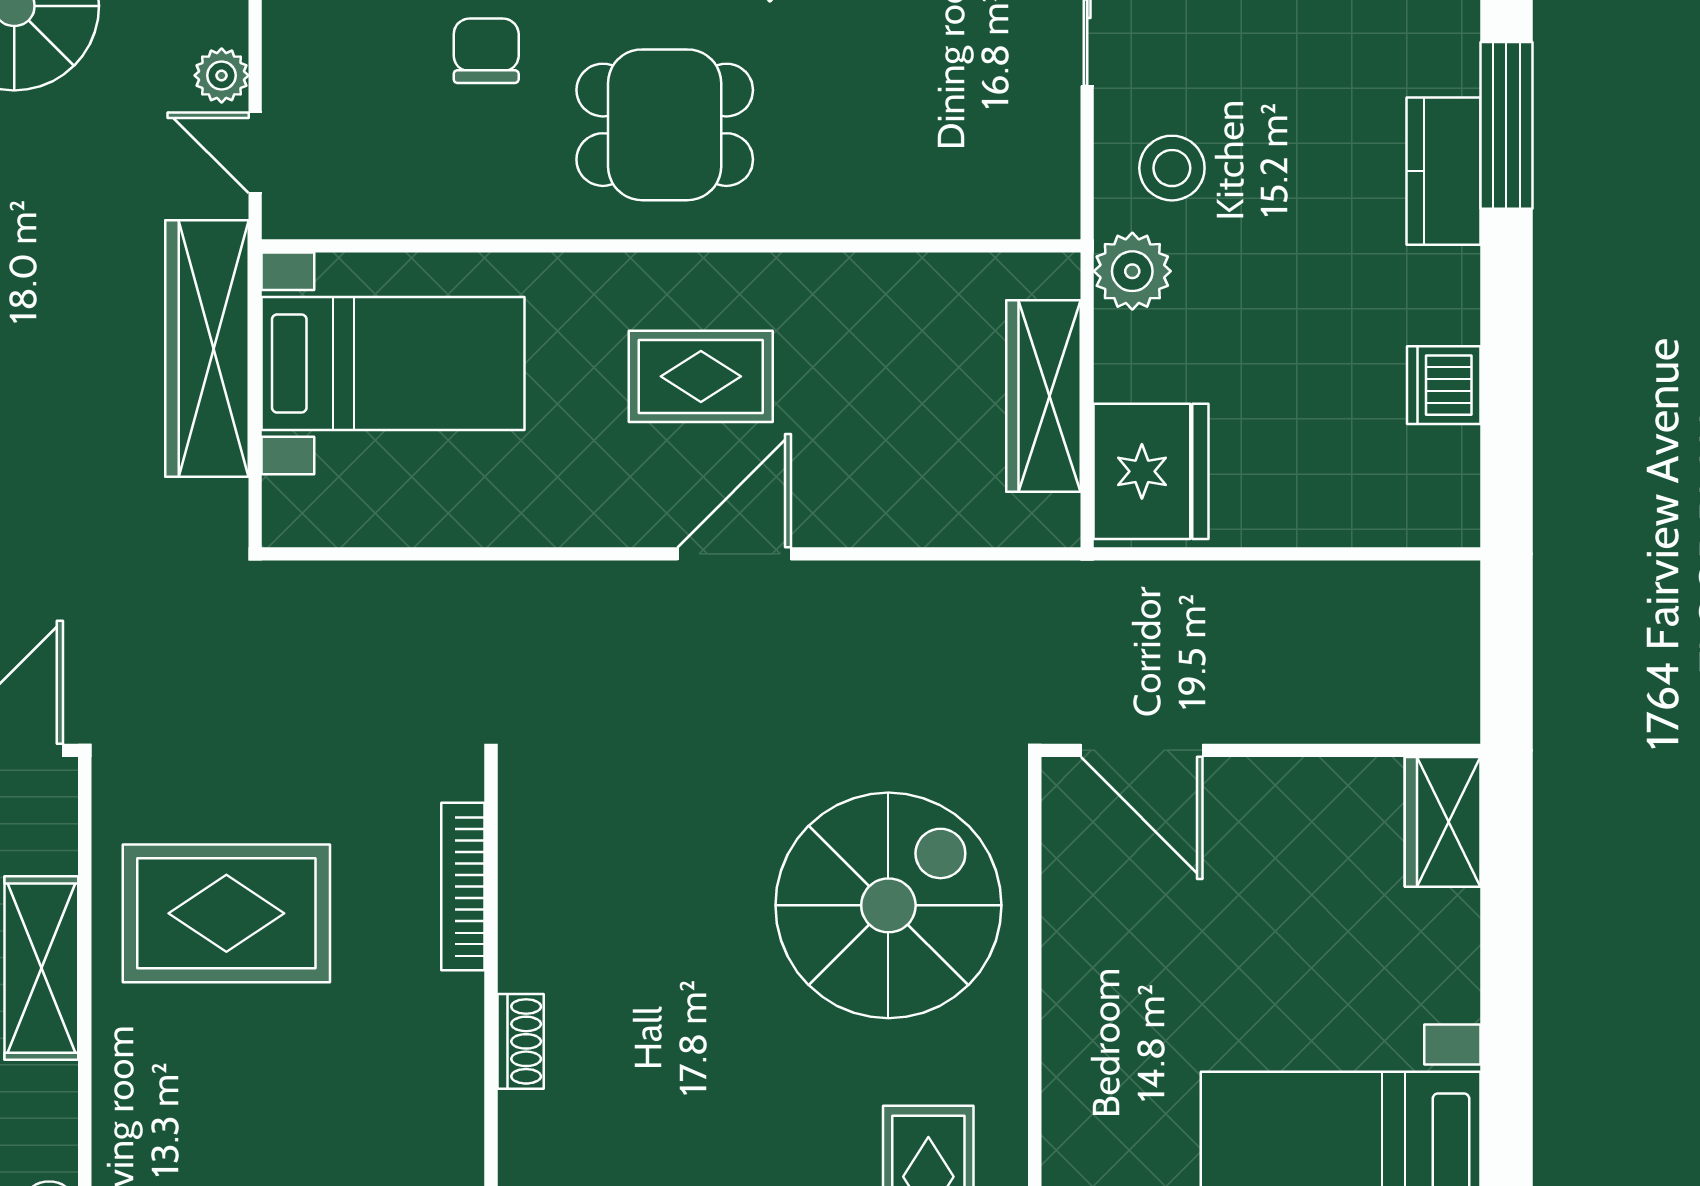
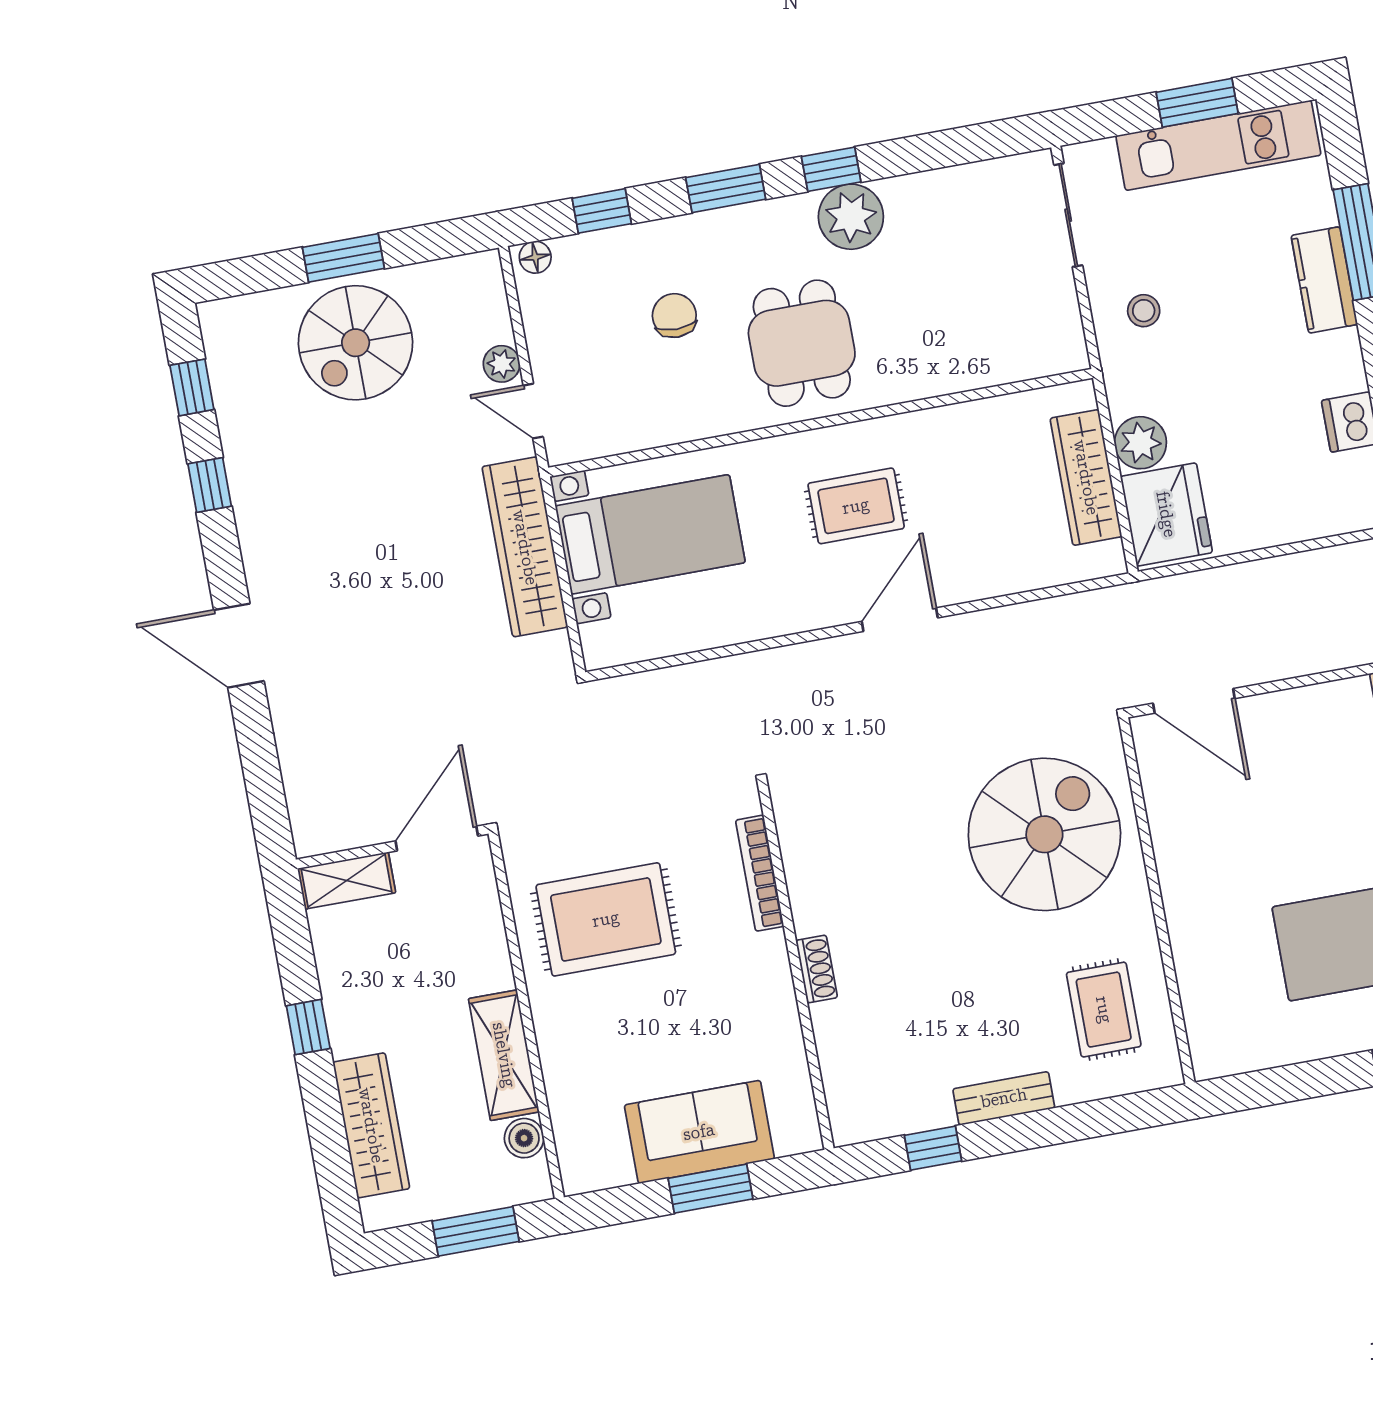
dining table: (665, 125) -> (802, 343), turned 90
stool: (1172, 168) -> (1144, 311), width x0.73, depth x0.73
plant: (1132, 271) -> (1140, 443), moved
shelving: (41, 968) -> (504, 1055), moved

